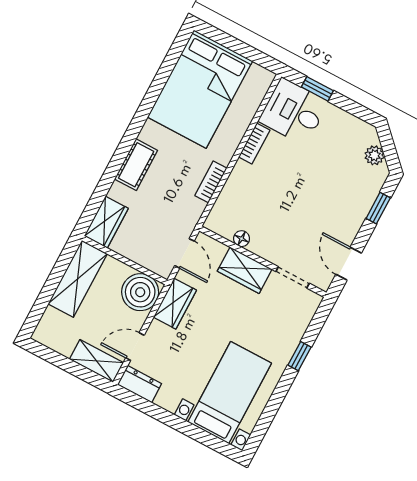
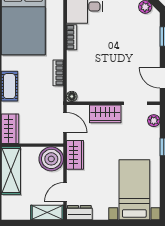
floor lamp: (242, 239) -> (72, 96), moved
plant: (305, 314) -> (154, 121), added

